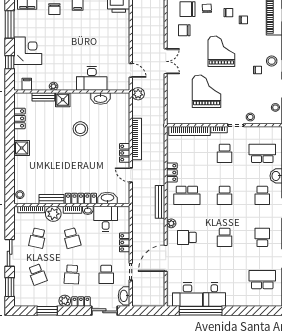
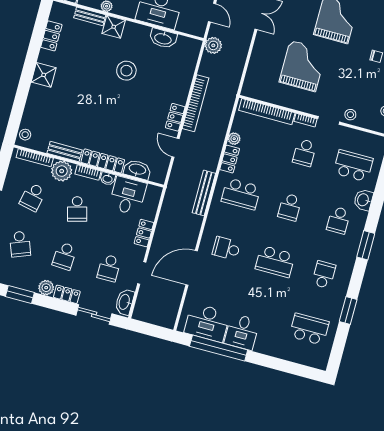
plant: (171, 223) -> (234, 139), moved
school desk: (225, 237) -> (275, 261), width x1.85

